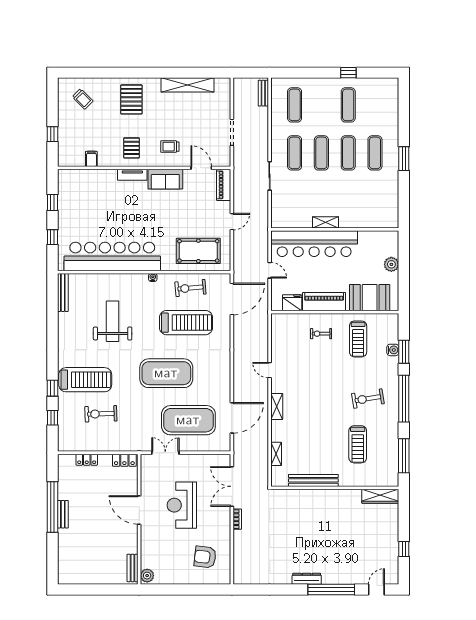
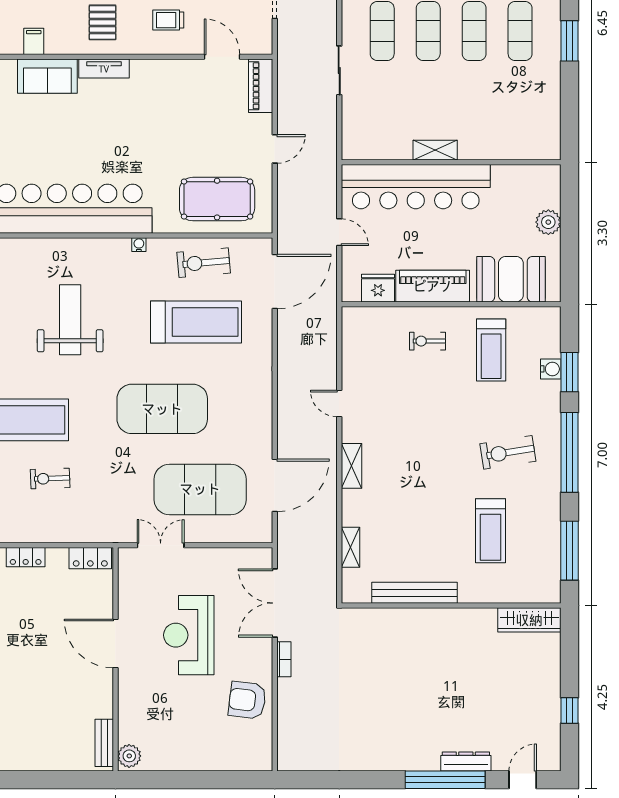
sofa: (165, 179) -> (47, 76), moved
exercise bike: (101, 414) -> (50, 479), width x0.73, depth x0.72
armchair: (205, 557) -> (247, 700), moved
dresser: (307, 579) -> (466, 761), moved

